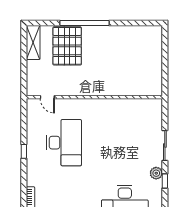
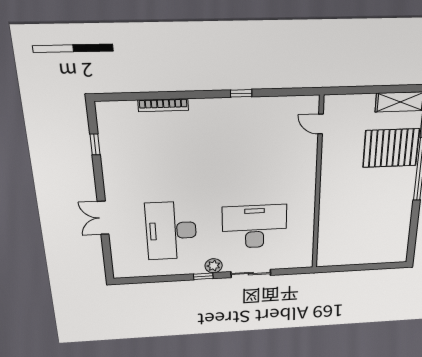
door: (47, 97) -> (321, 124), hinge flipped
desk: (64, 143) -> (255, 227), moved, turned 180

